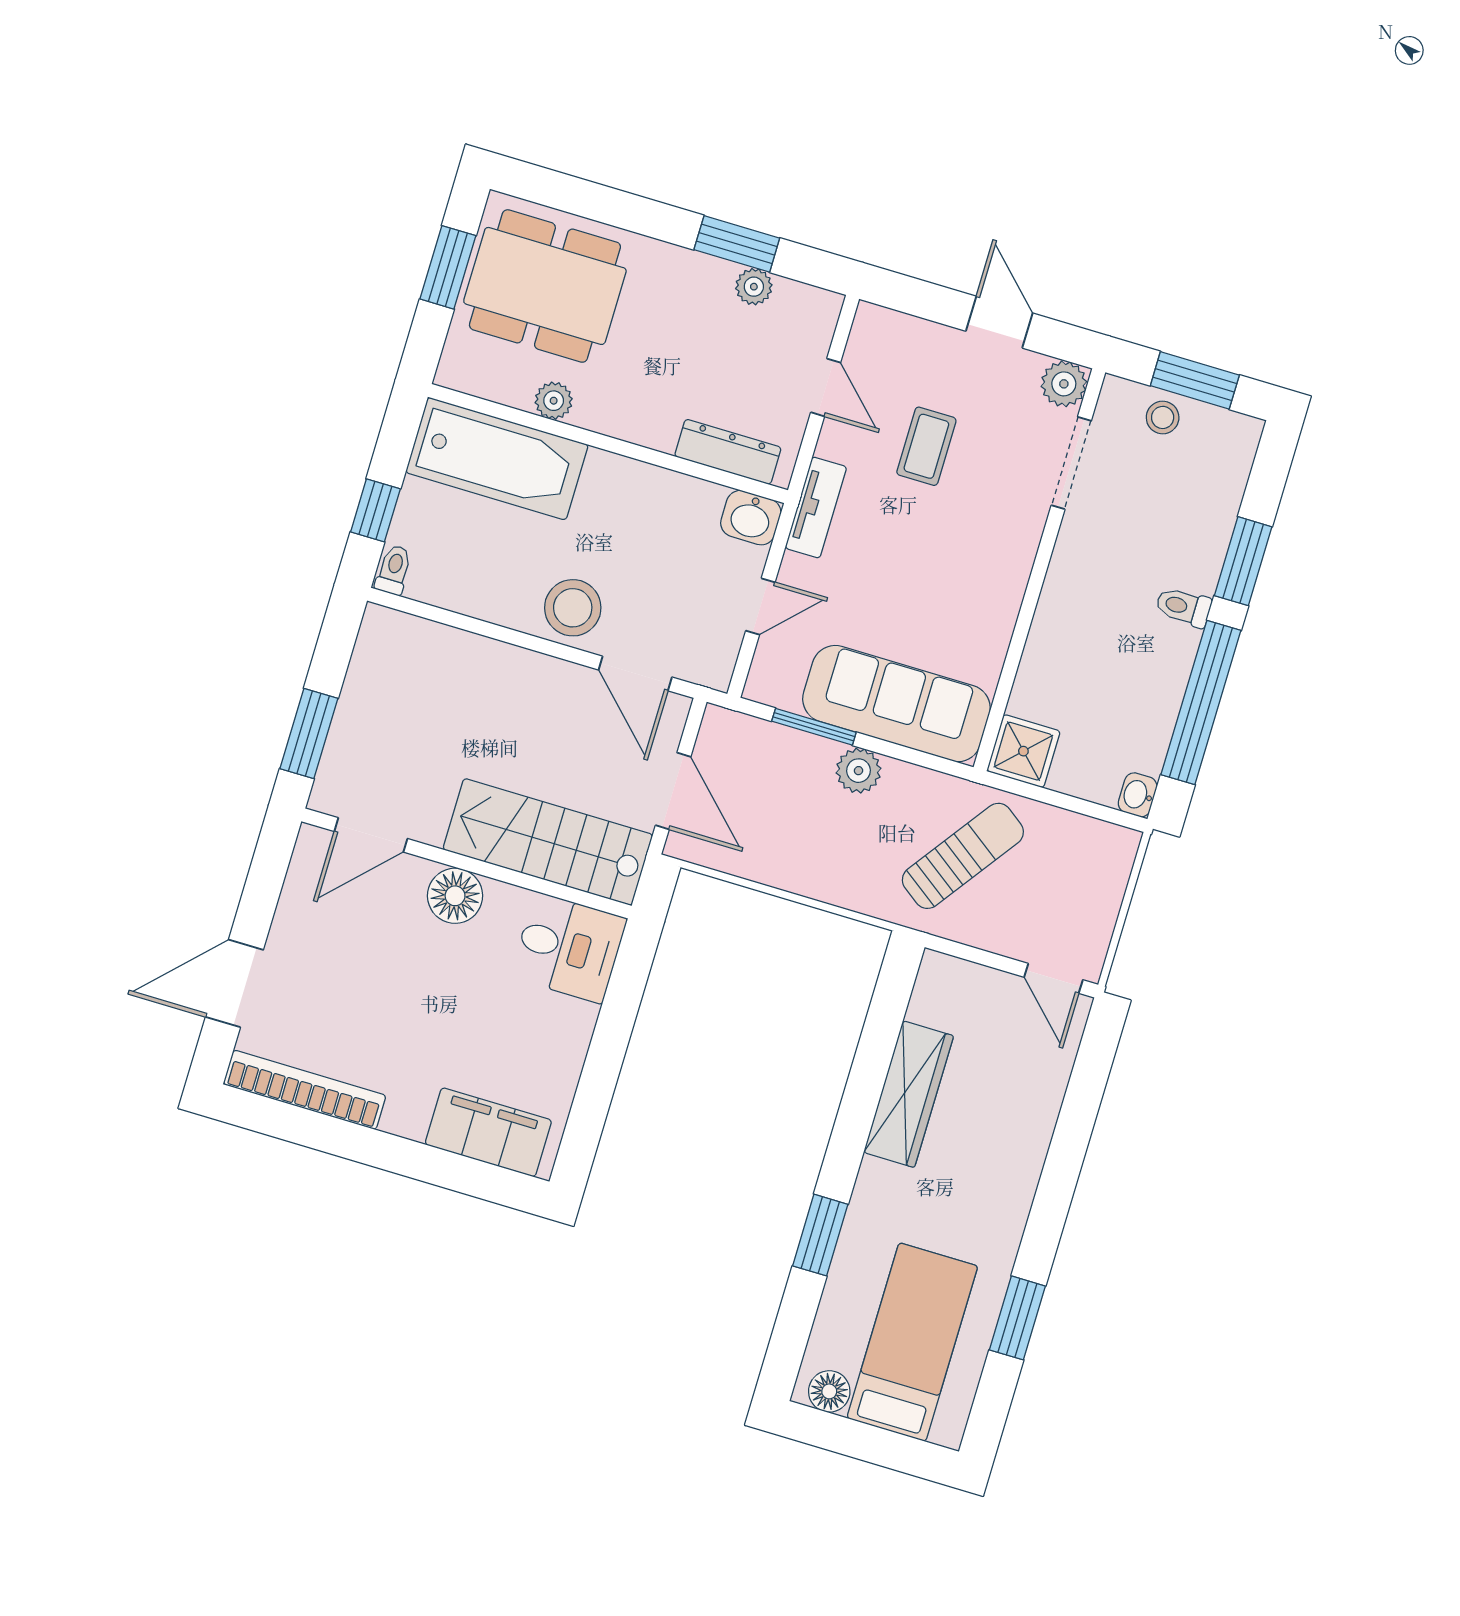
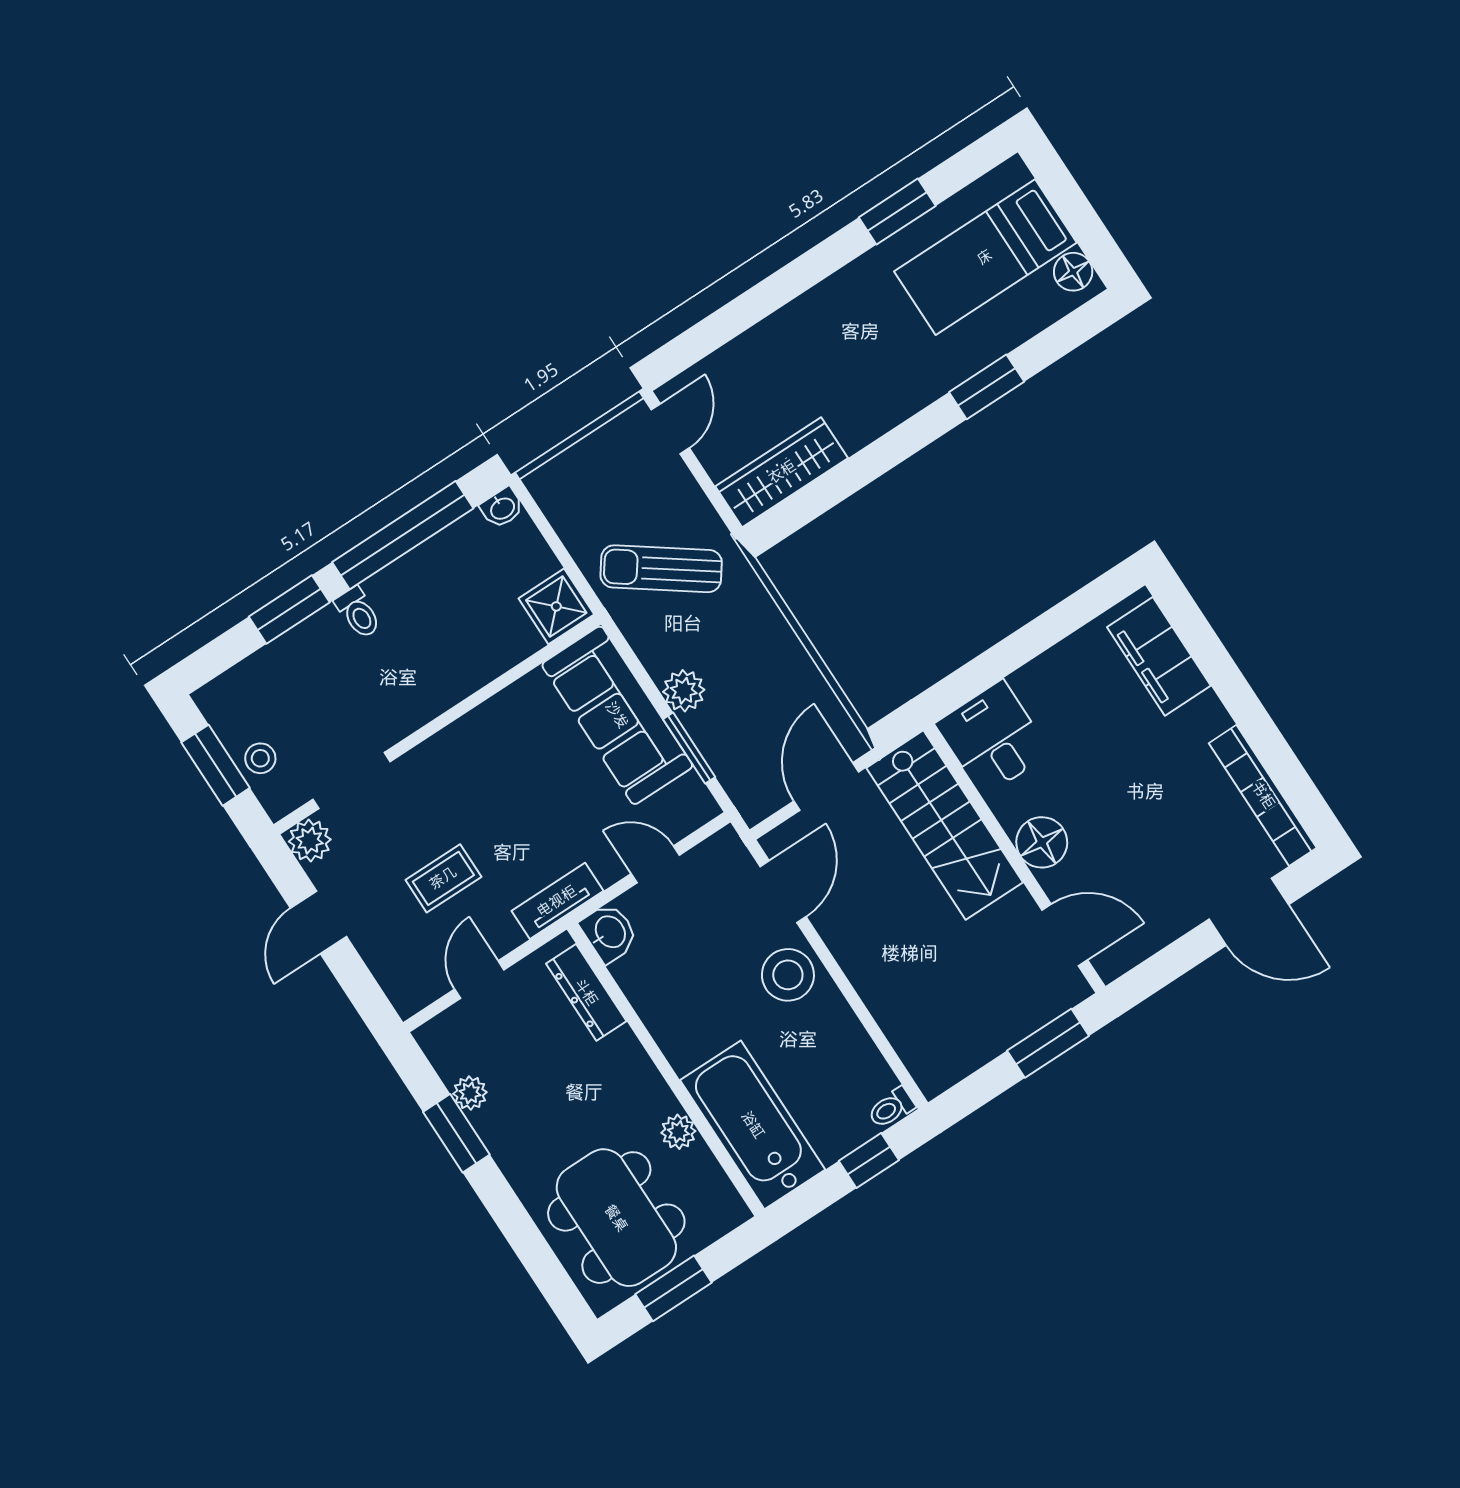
wardrobe: (909, 1094) -> (782, 472), moved

